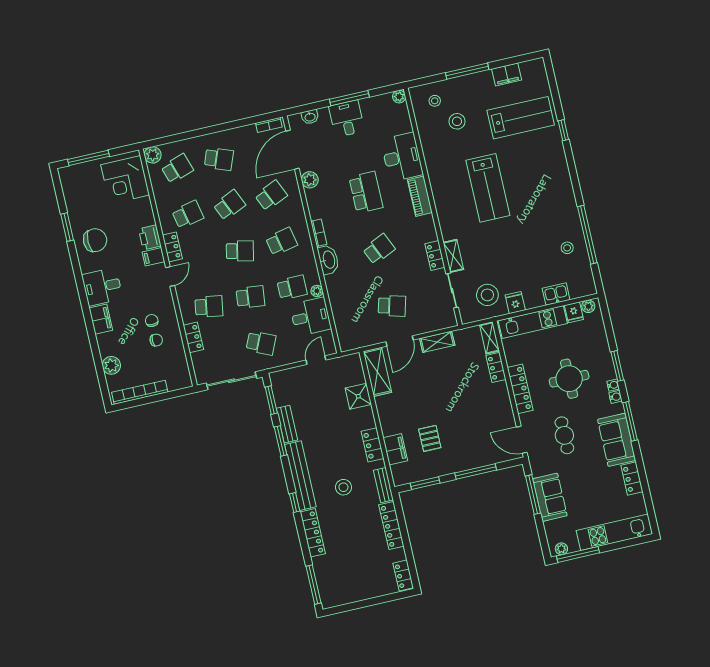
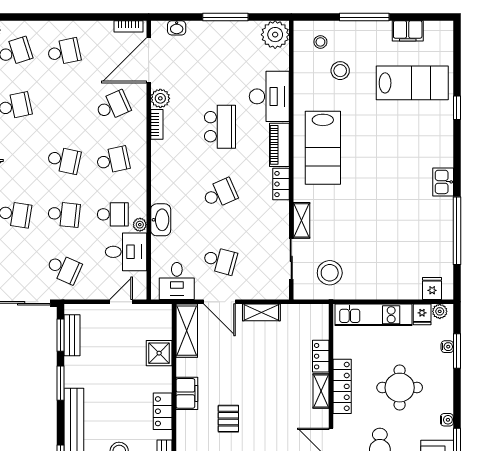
plant: (399, 97) -> (275, 35), width x1.87, depth x1.87
desk: (347, 119) -> (177, 281), moved, turned 180
school desk: (219, 159) -> (64, 52), turned -33
lab bench: (488, 188) -> (323, 148), moved
school desk: (229, 205) -> (64, 106), removed
bookcase: (319, 233) -> (157, 124), moved
stool: (567, 248) -> (431, 240), removed
locker: (435, 256) -> (281, 184), moved
washbasin: (328, 260) -> (161, 220), moved
kitchen sink: (556, 294) -> (443, 182), moved, turned -90
fridge: (515, 303) -> (432, 289), moved
shelving: (489, 338) -> (321, 391), moved
door: (400, 341) -> (220, 302), hinge flipped
window: (617, 366) -> (457, 351), moved
water cooler: (613, 385) -> (447, 347), moved
bench: (287, 424) -> (72, 335), moved
filing cabinet: (395, 449) -> (187, 393), moved

